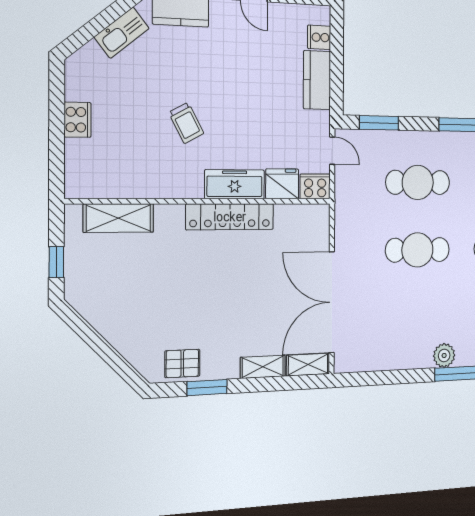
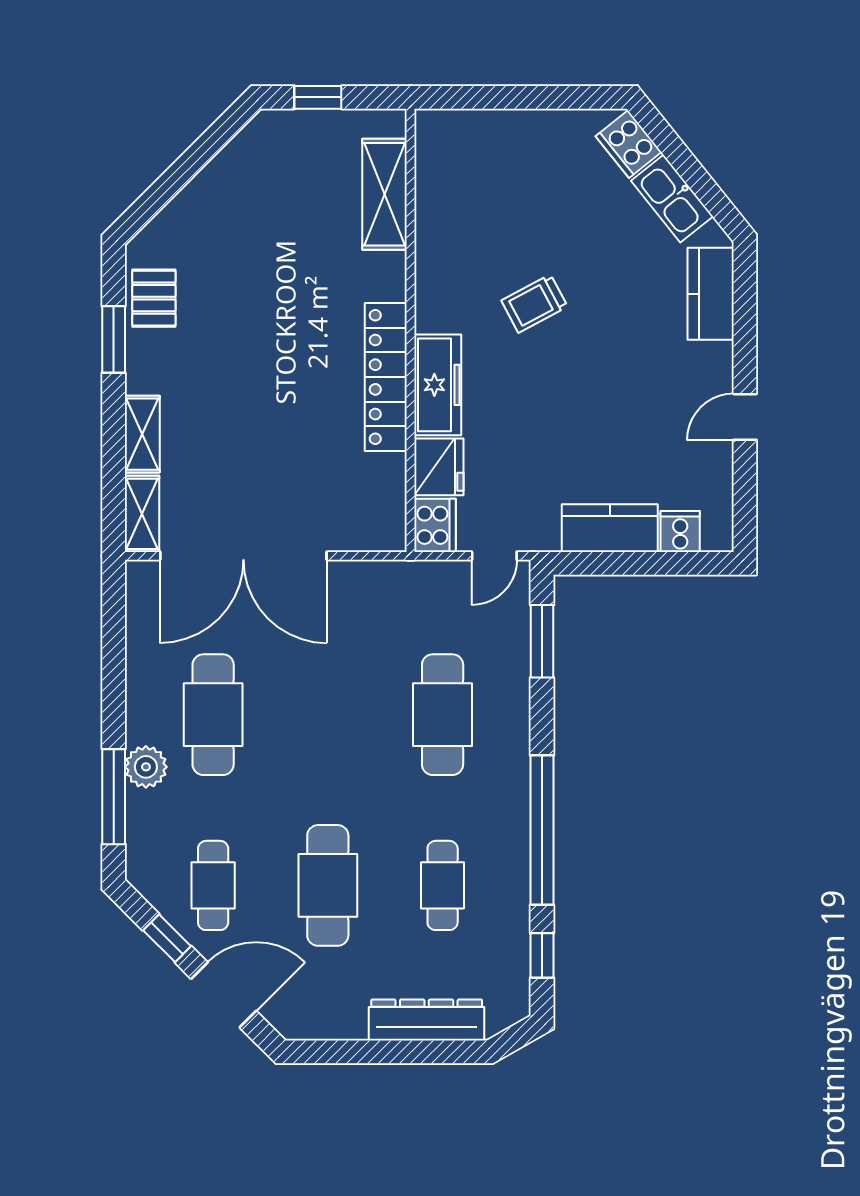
cooker: (77, 120) -> (629, 144), moved, turned 51
cafe table: (417, 250) -> (213, 715), moved
double door: (332, 302) -> (243, 556), swing flipped

